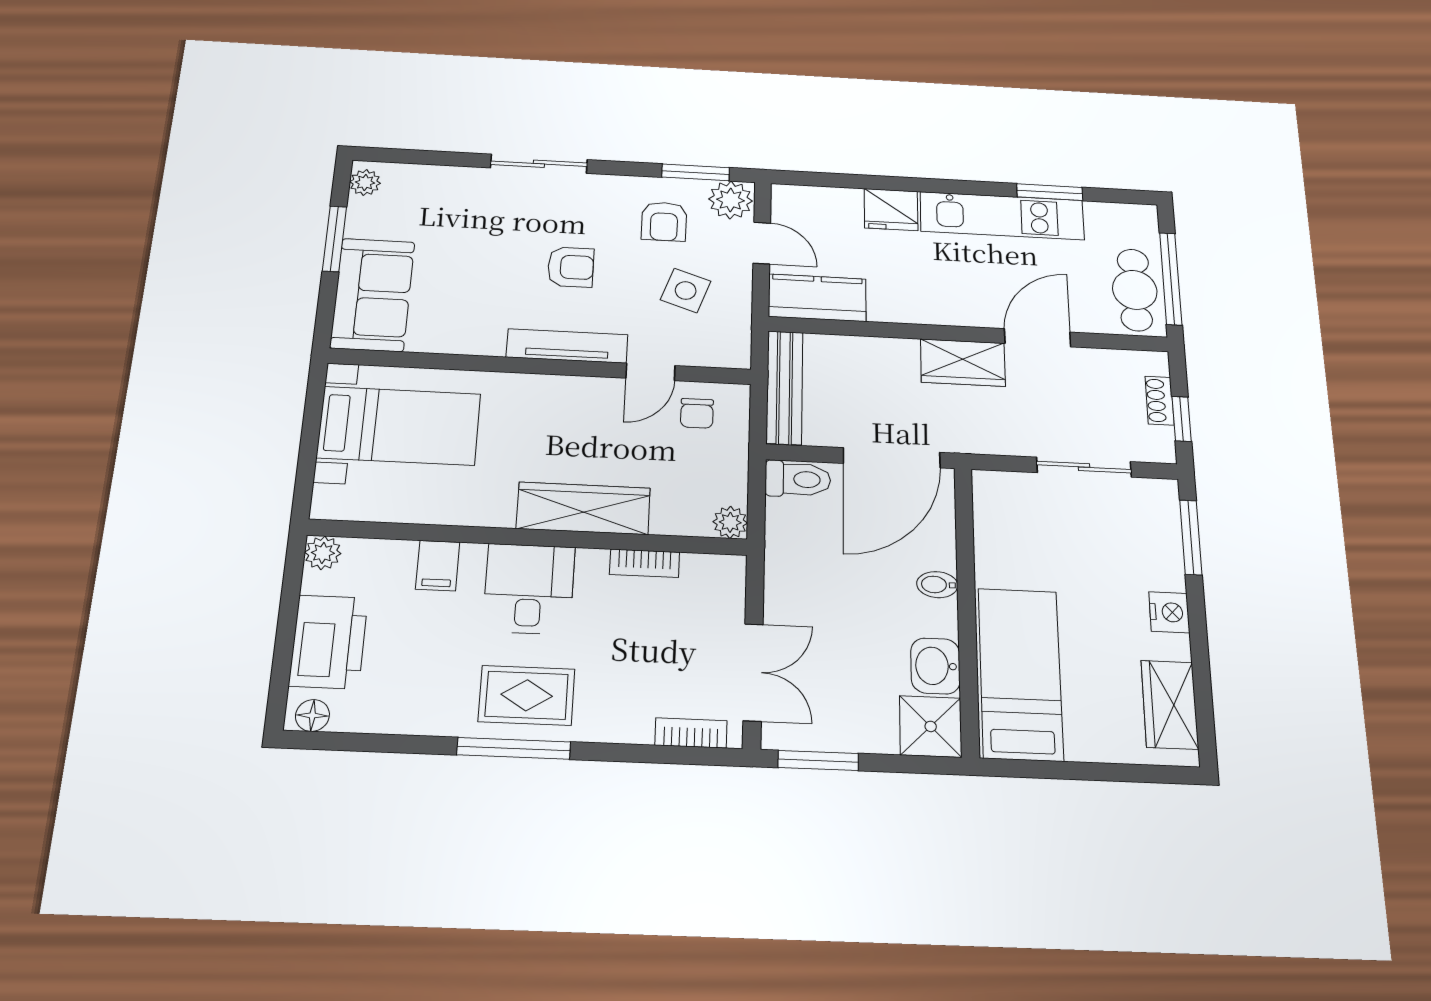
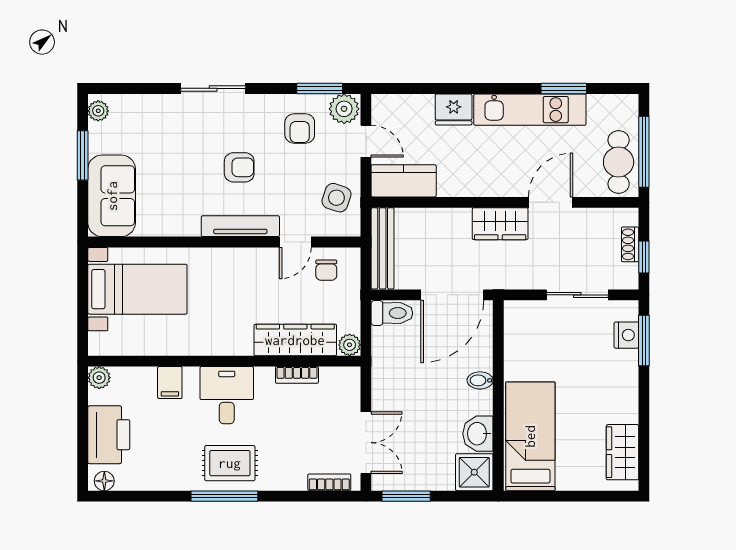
side table: (686, 291) -> (336, 198), moved
wardrobe: (583, 508) -> (295, 340), moved
nightstand: (1169, 612) -> (626, 335), moved

